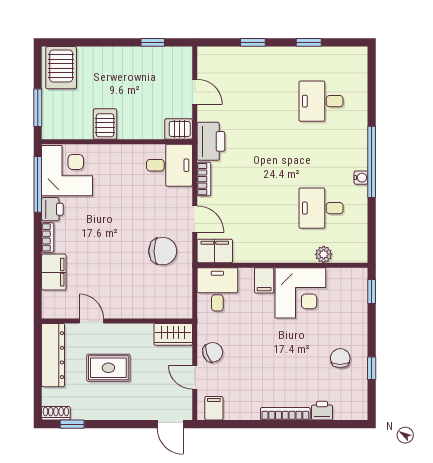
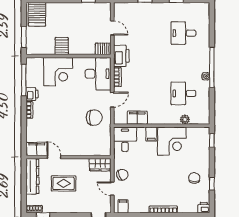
desk: (170, 165) -> (98, 74), width x1.37
corner desk: (67, 171) -> (58, 72), moved, turned 90
door: (195, 219) -> (112, 100), hinge flipped
filing cabinet: (215, 251) -> (137, 118), moved
filing cabinet: (54, 272) -> (37, 149), moved, turned -90
printer: (322, 411) -> (204, 208), moved

